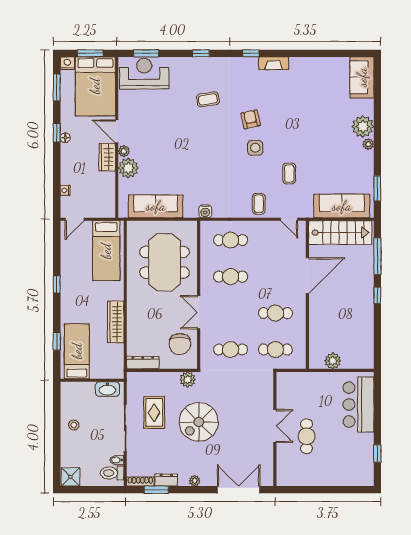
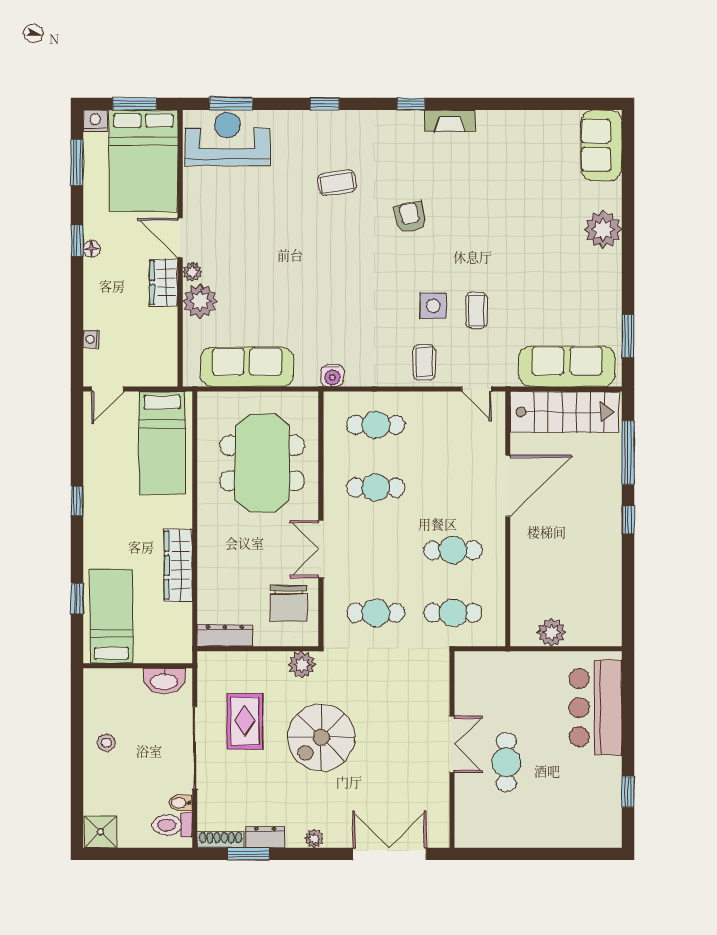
plant: (368, 144) -> (612, 260), removed
side table: (255, 148) -> (433, 306), moved

